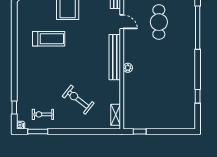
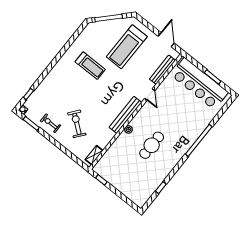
cafe table: (159, 22) -> (152, 145), moved
exercise bike: (43, 114) -> (50, 123), moved

